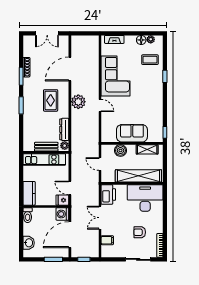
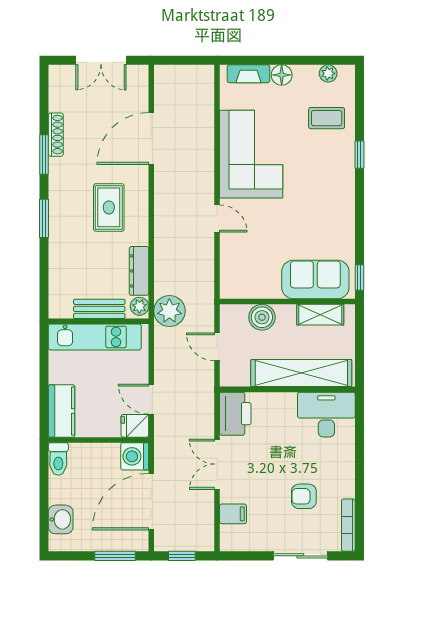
floor lamp: (141, 40) -> (282, 75), moved
plant: (78, 102) -> (169, 311), moved
sofa: (132, 133) -> (315, 279), moved
desk: (145, 198) -> (326, 415), width x0.73, depth x0.77

